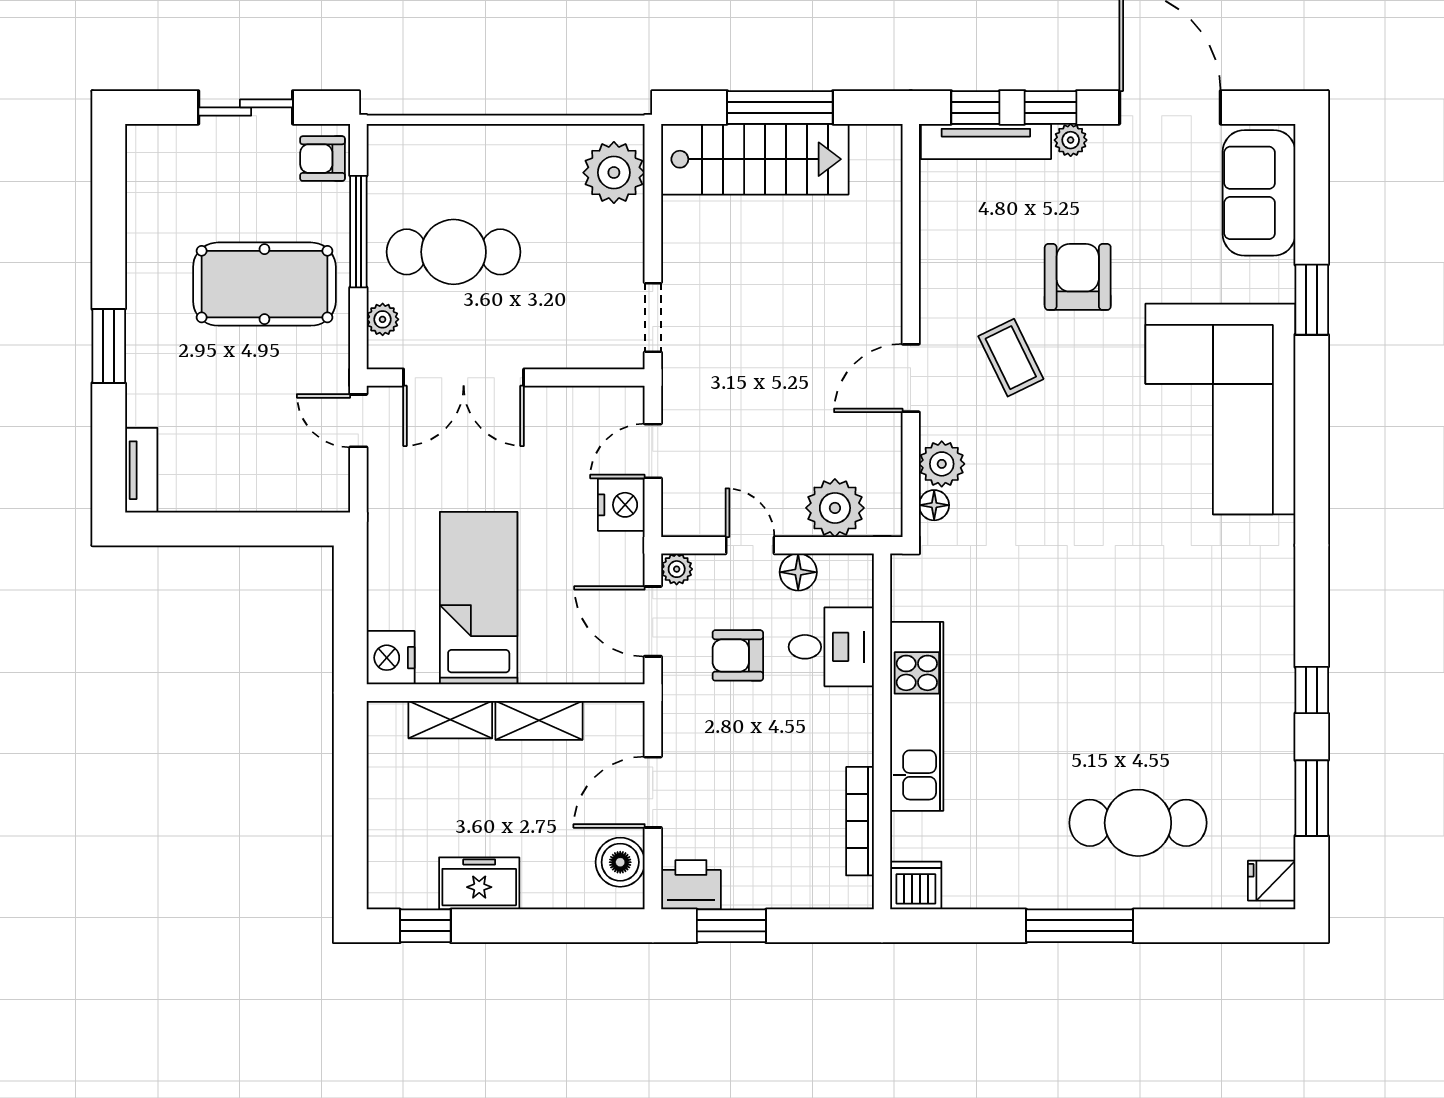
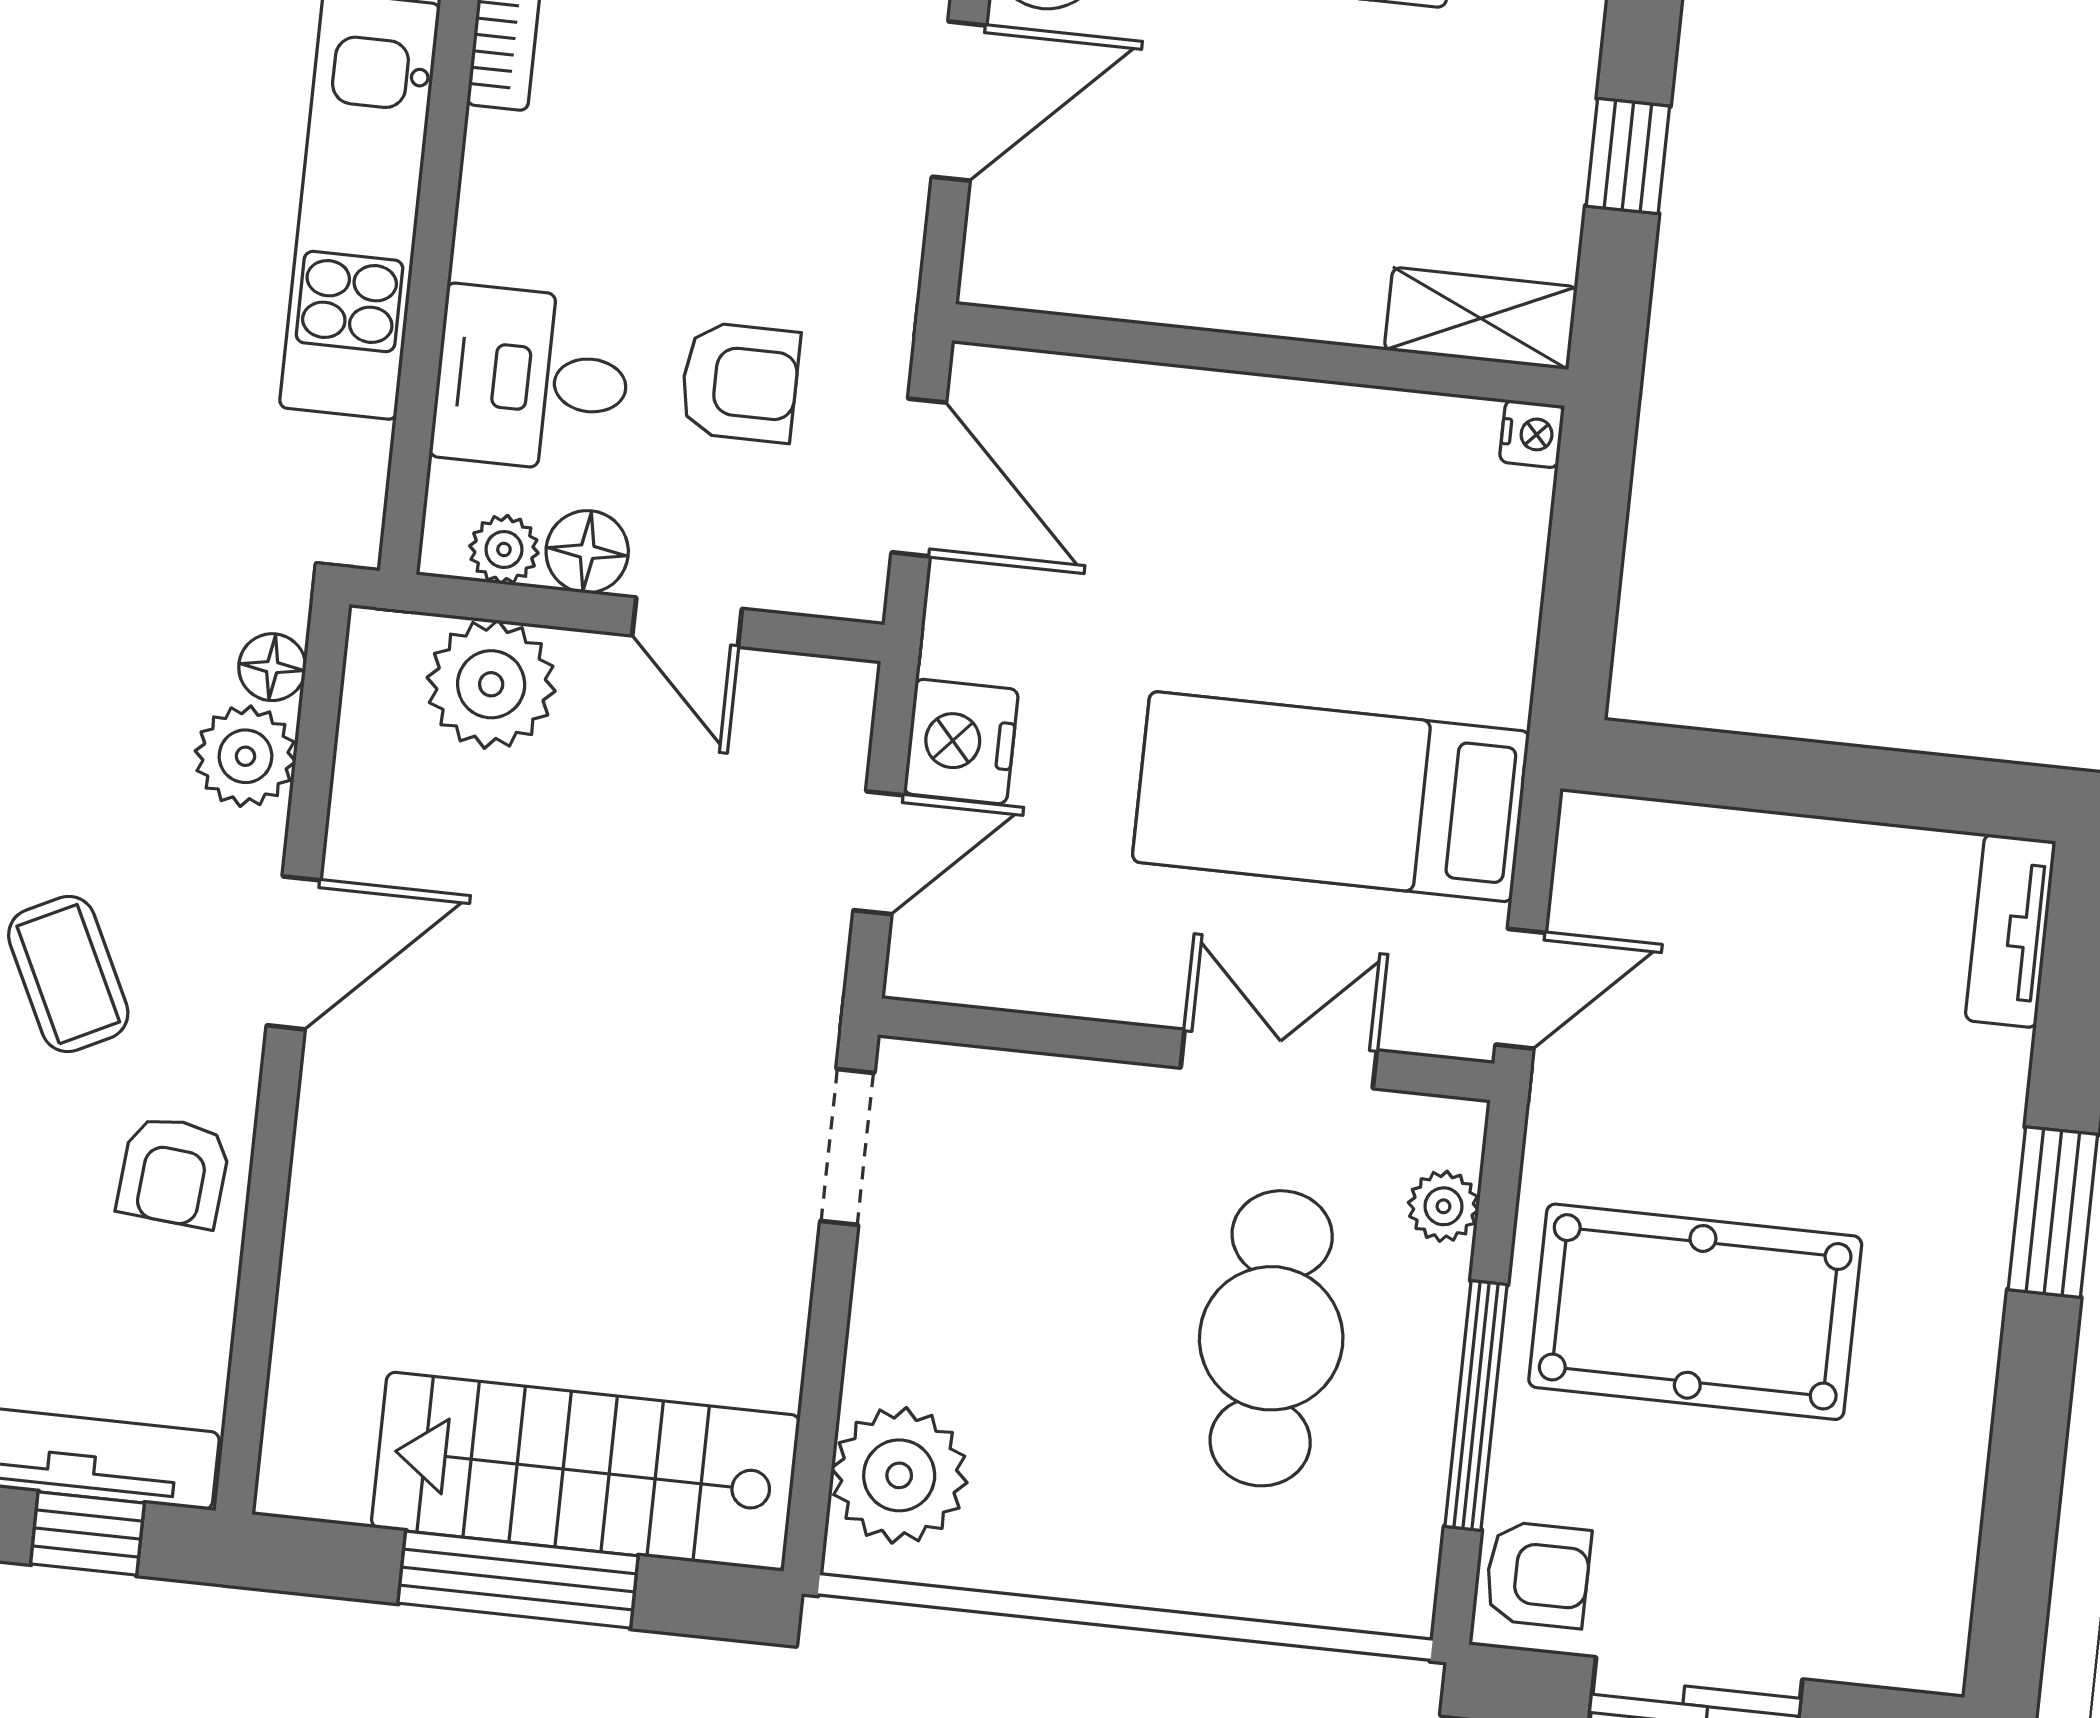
cafe table: (454, 252) -> (1271, 1338), turned 90
armchair: (954, 274) -> (174, 1172), added
double door: (464, 378) -> (1279, 1059), width x0.73
door: (358, 421) -> (1521, 989), hinge flipped
plant: (677, 569) -> (504, 550), moved
bed: (479, 598) -> (1331, 797), moved, turned 90
nightstand: (391, 658) -> (1532, 434), width x0.53, depth x0.56
shelving: (450, 720) -> (1481, 318), moved
shelving: (539, 720) -> (1193, 286), removed
window: (350, 800) -> (1628, 156), added

